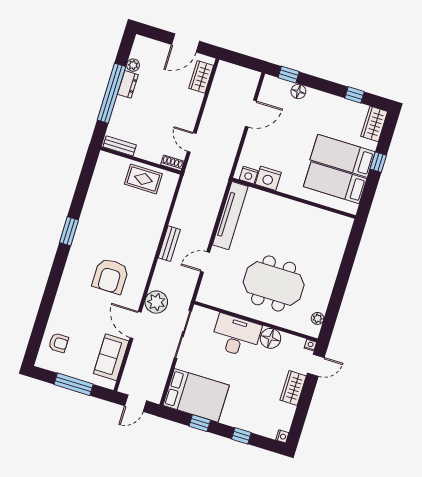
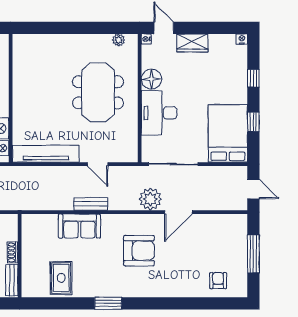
shoe rack: (172, 163) -> (13, 252), moved
rug: (143, 179) -> (61, 278), moved
sofa: (111, 357) -> (79, 226), moved

